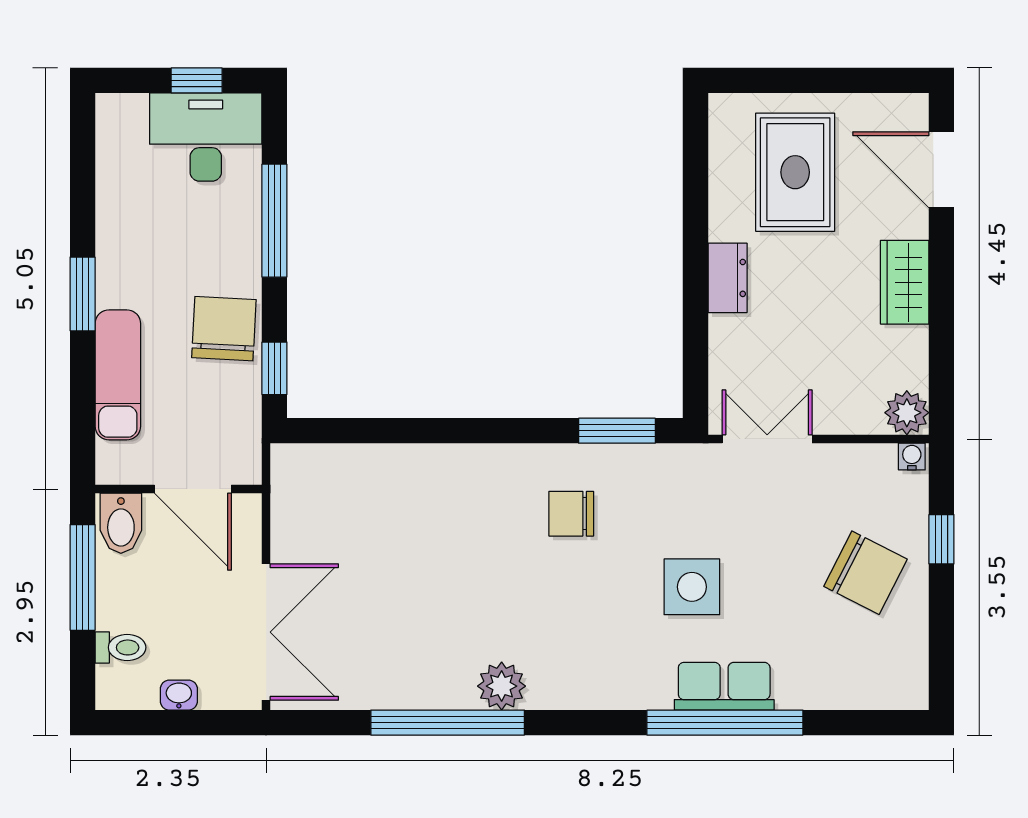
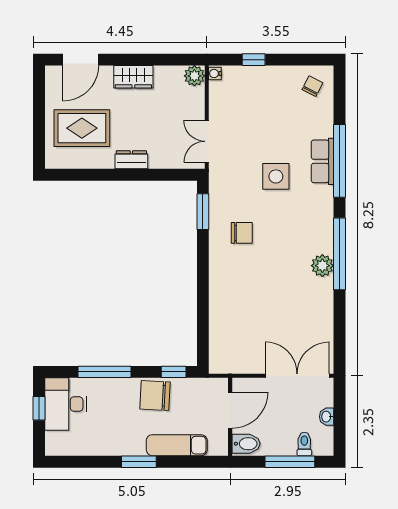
chair: (571, 514) -> (242, 233), turned -90
chair: (865, 573) -> (312, 86), moved, width x0.54, depth x0.54
window: (83, 577) -> (290, 462), moved
window: (448, 723) -> (339, 254), moved

